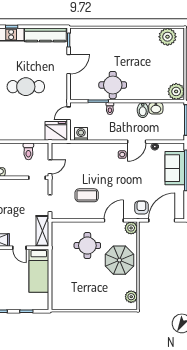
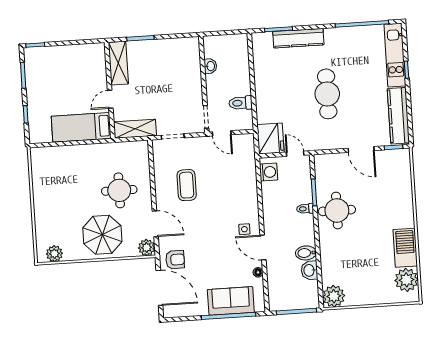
barbecue: (144, 36) -> (405, 248), added

